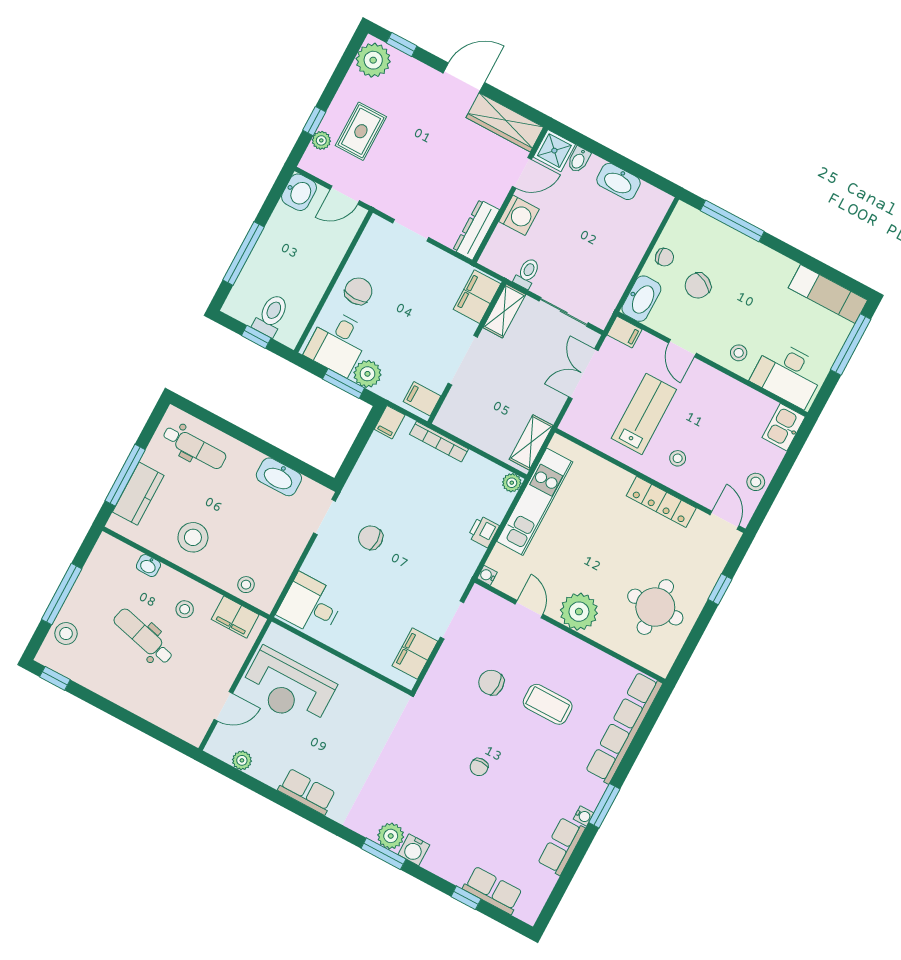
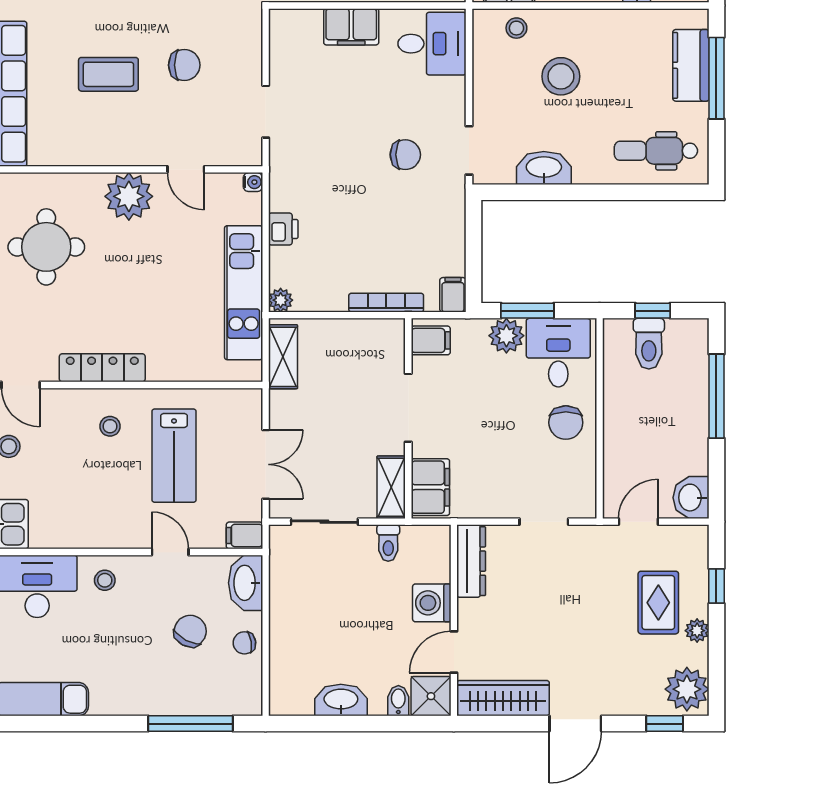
plant: (321, 140) -> (697, 631), moved
stool: (193, 537) -> (561, 76), moved
filing cabinet: (415, 654) -> (351, 27), moved, turned 90

